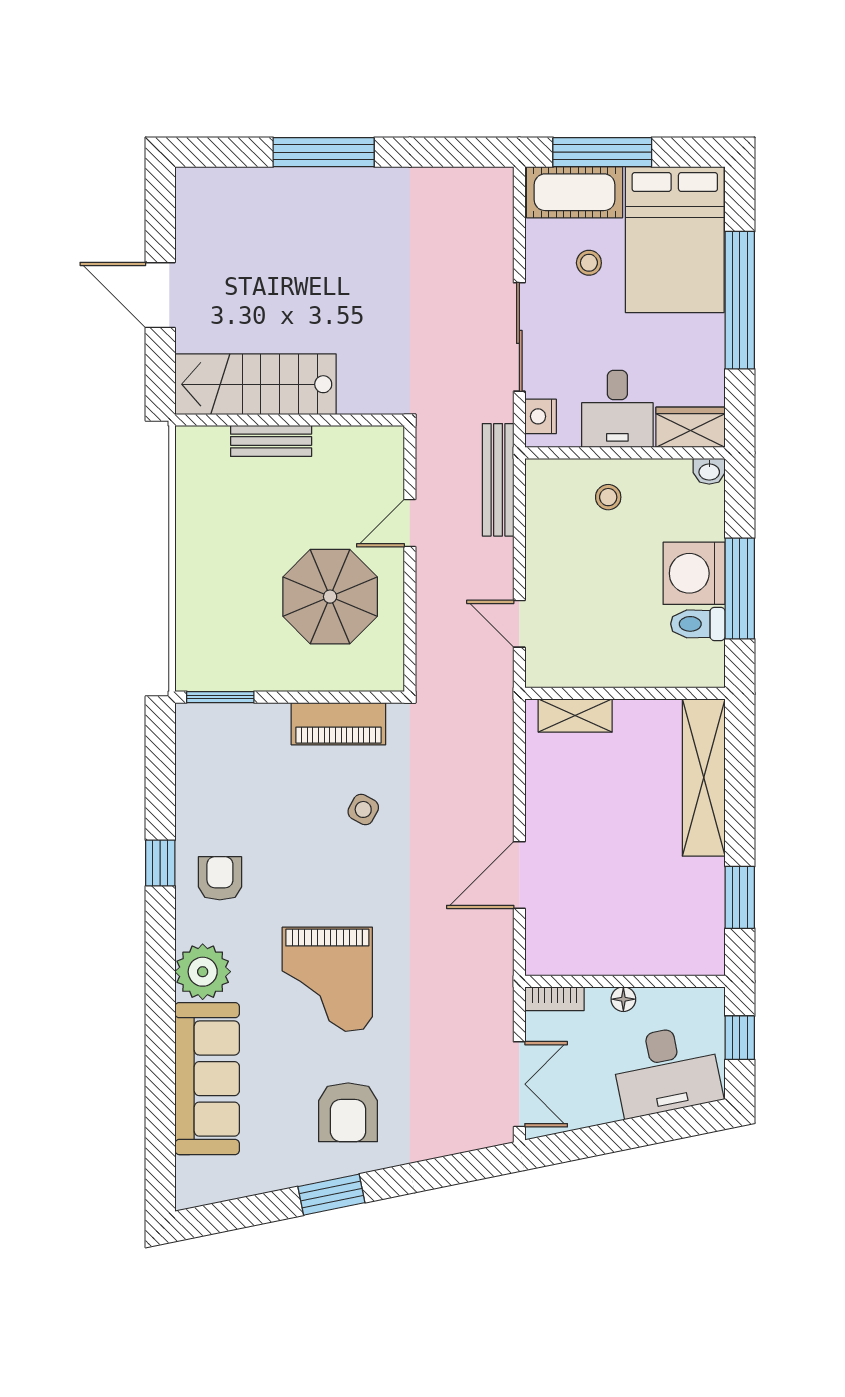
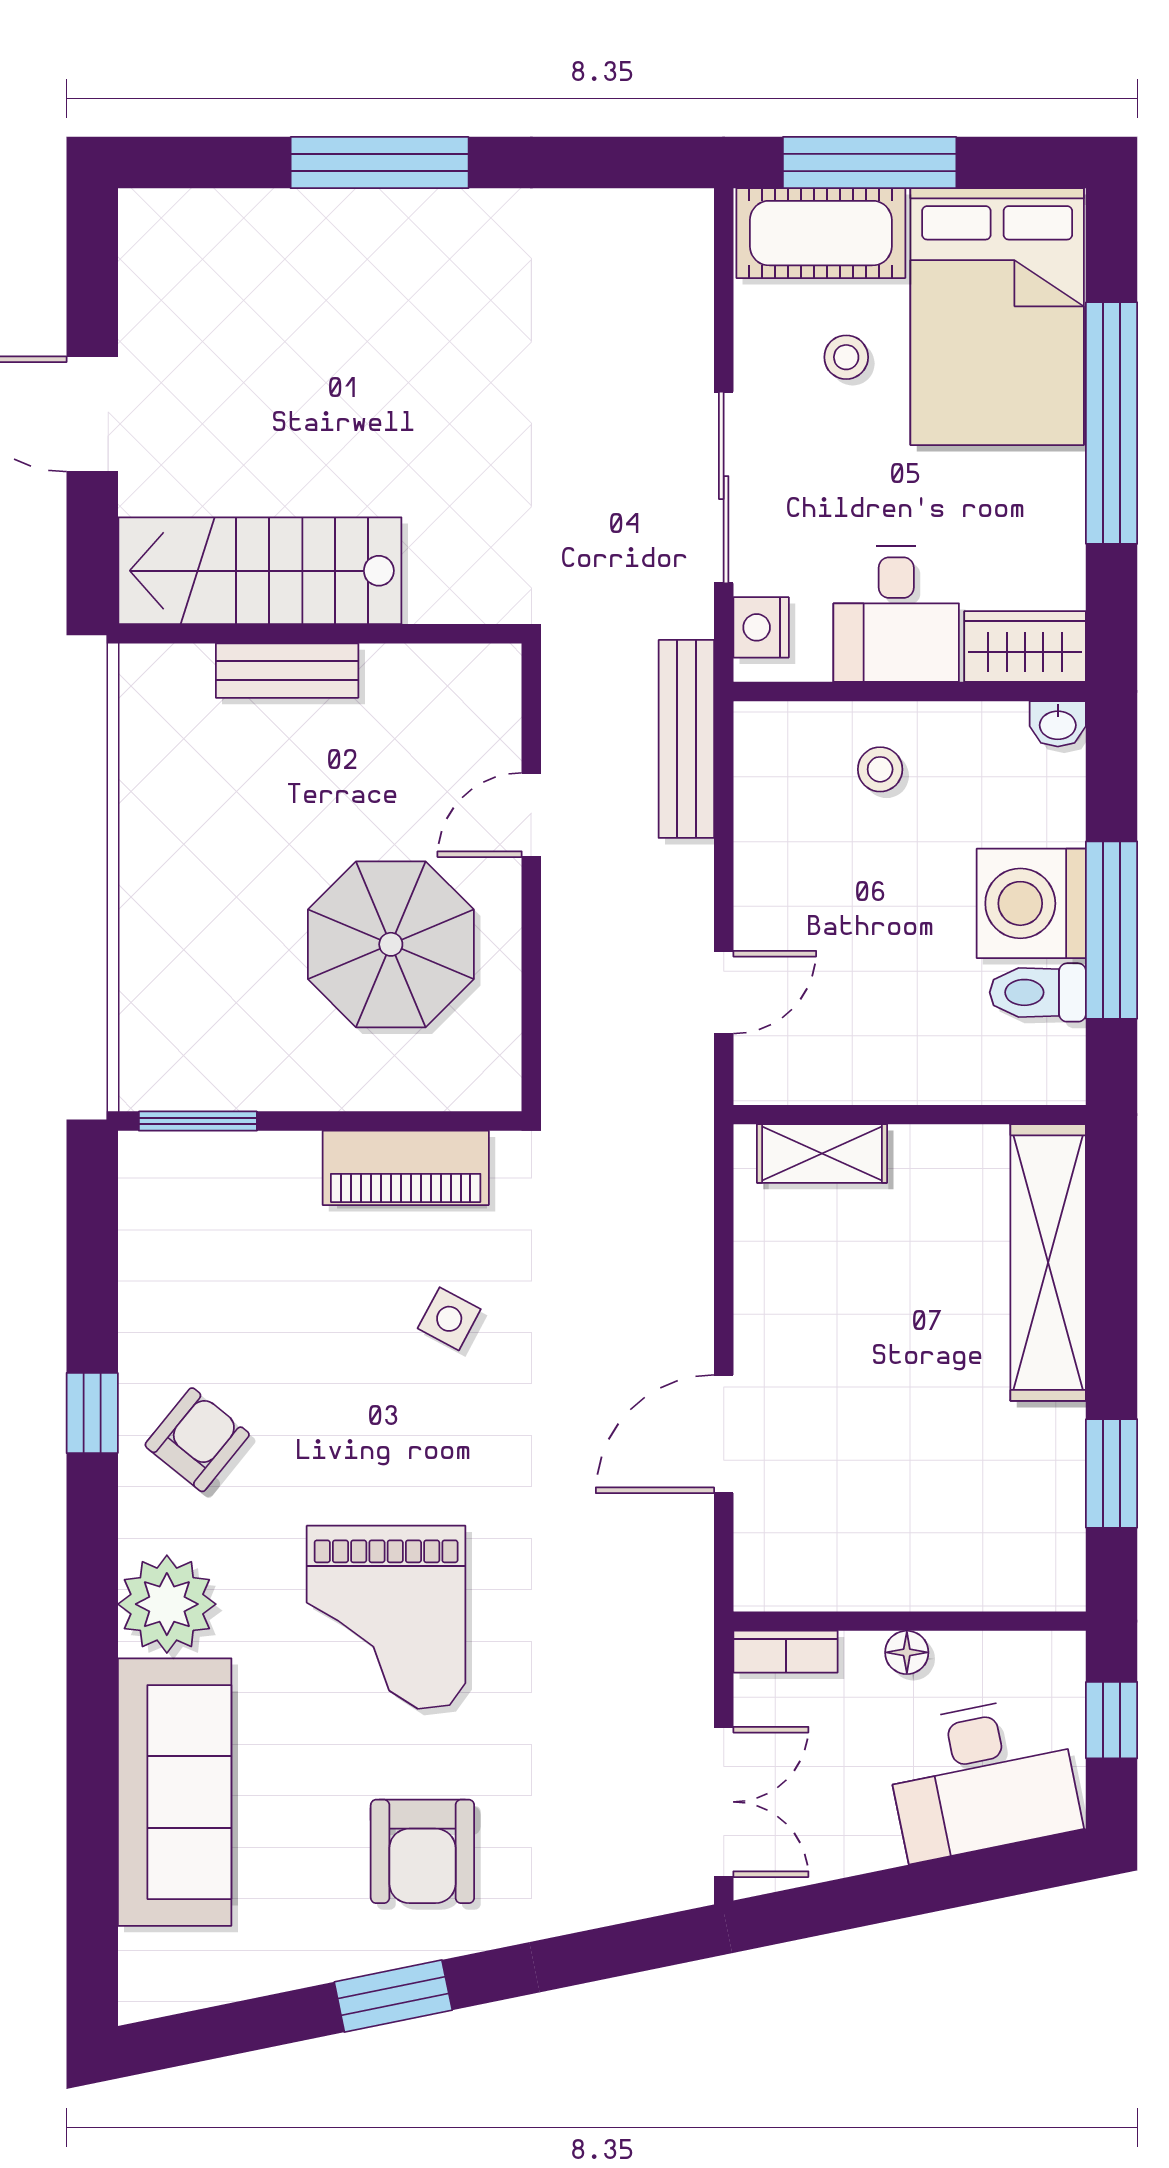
door: (519, 624) -> (724, 992), swing flipped
armchair: (220, 878) -> (197, 1440), turned 39

